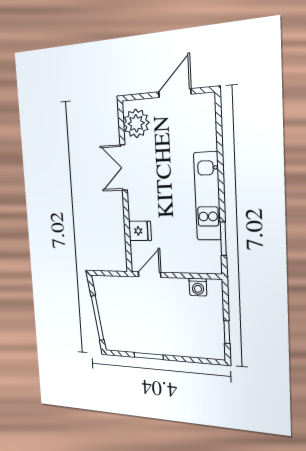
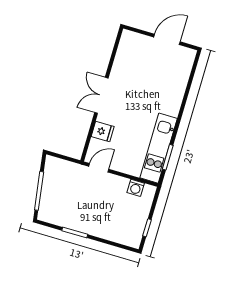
plant: (136, 123) -> (129, 50), removed
double door: (124, 168) -> (101, 95), moved
kitchen unit: (207, 196) -> (159, 148), moved

